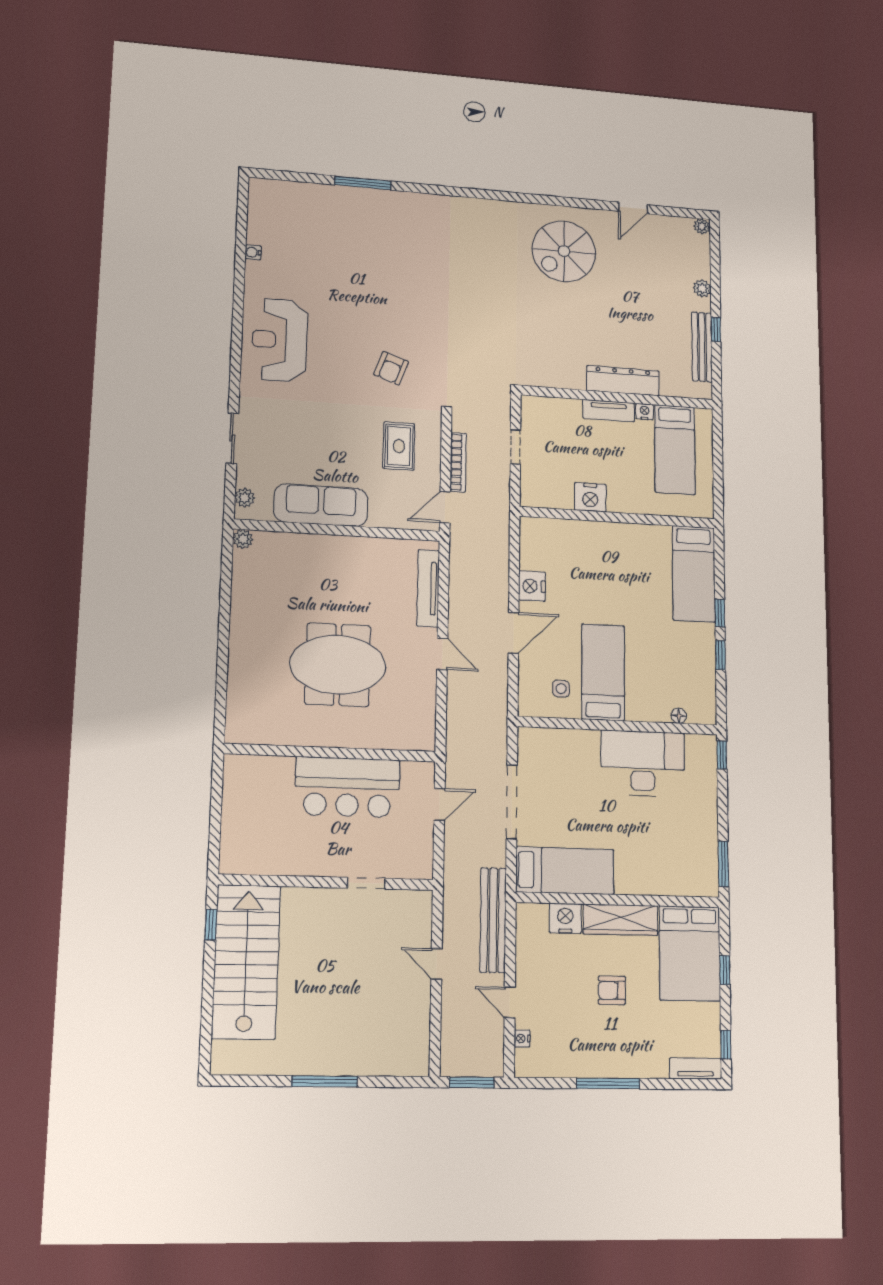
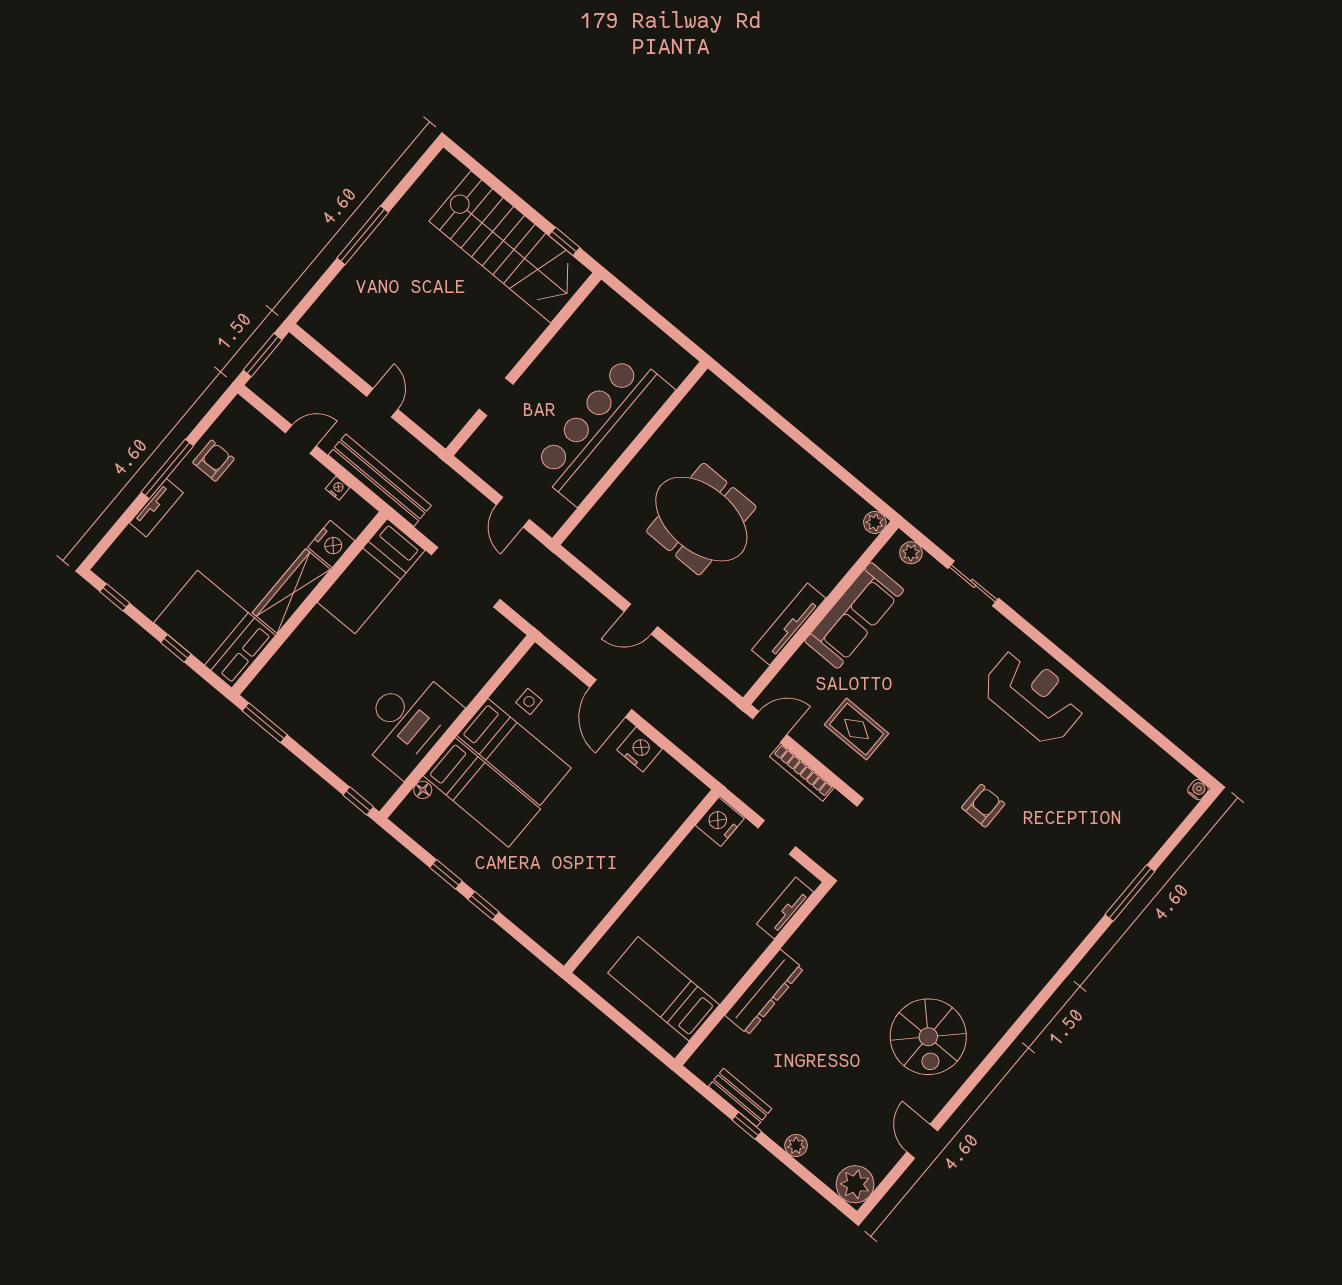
plant: (702, 226) -> (855, 1184), width x1.88, depth x1.88
spiral stairs: (564, 251) -> (928, 1037), turned 180
water cooler: (253, 252) -> (1198, 790), moved
bench: (702, 347) -> (740, 1098), width x0.73
armchair: (391, 368) -> (983, 806), moved, turned 70
tv unit: (609, 411) -> (785, 908), moved
nightstand: (645, 412) -> (720, 989), removed
nightstand: (590, 497) -> (720, 822), moved
door: (445, 507) -> (770, 727), hinge flipped
bed: (694, 574) -> (482, 792), moved, turned 180
tv unit: (428, 588) -> (789, 624), moved, turned -90
meeting table: (338, 665) -> (701, 519), turned 90
bar counter: (348, 787) -> (603, 429), width x1.36
door: (436, 964) -> (382, 403), hinge flipped
armchair: (612, 990) -> (213, 461), moved
nightstand: (522, 1038) -> (338, 488), moved
tv unit: (695, 1069) -> (156, 508), moved

